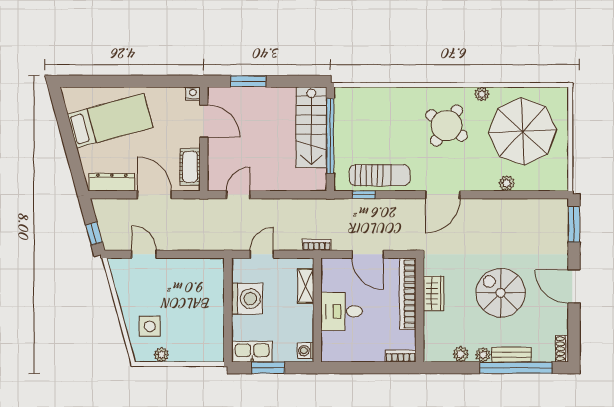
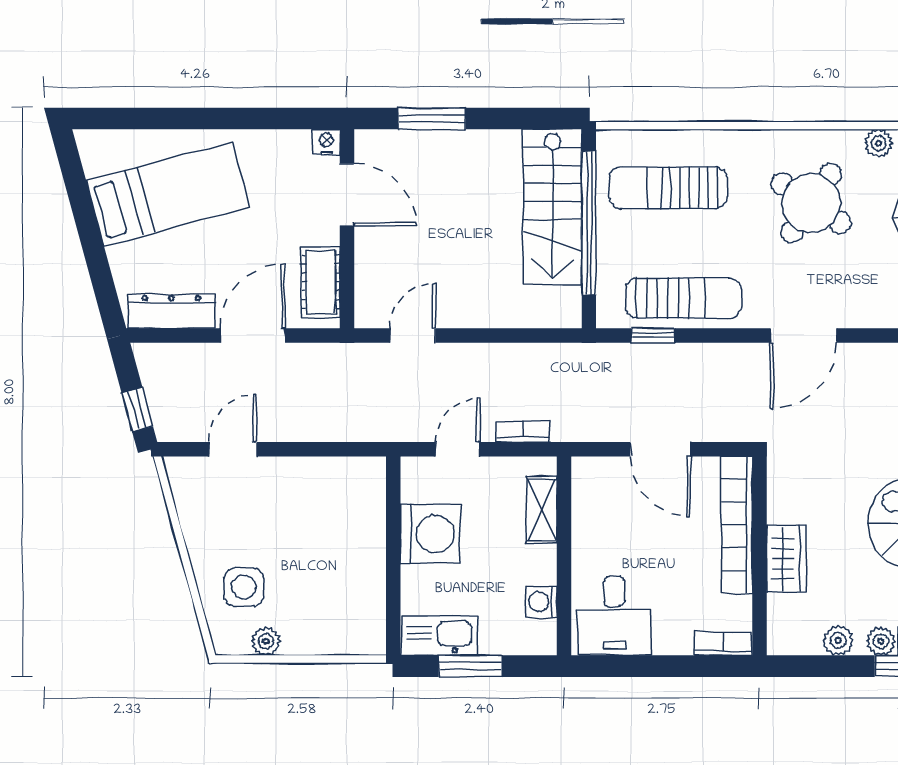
sun lounger: (372, 117) -> (668, 188), added
door: (154, 195) -> (253, 335), hinge flipped
bookcase: (317, 245) -> (523, 431), moved
door: (144, 254) -> (233, 449), hinge flipped
wardrobe: (433, 293) -> (786, 559), moved
desk: (342, 311) -> (614, 616), moved, turned -90
washing machine: (305, 351) -> (541, 602), moved

